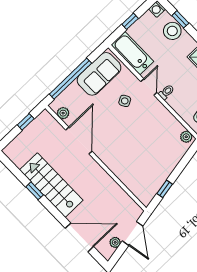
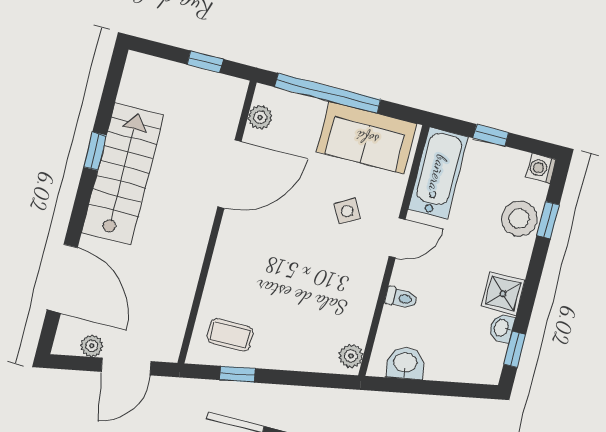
toilet: (166, 92) -> (401, 298), moved
coffee table: (146, 182) -> (230, 335), added

